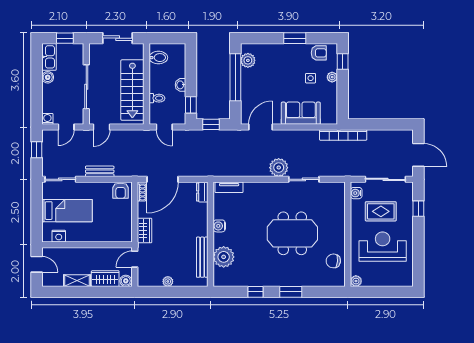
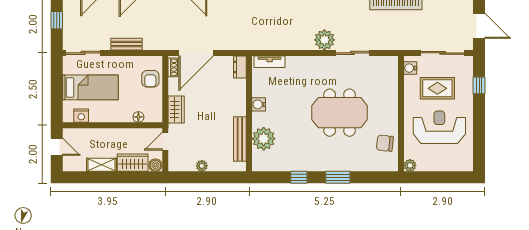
armchair: (121, 191) -> (150, 79), moved
floor lamp: (110, 237) -> (138, 117), added

